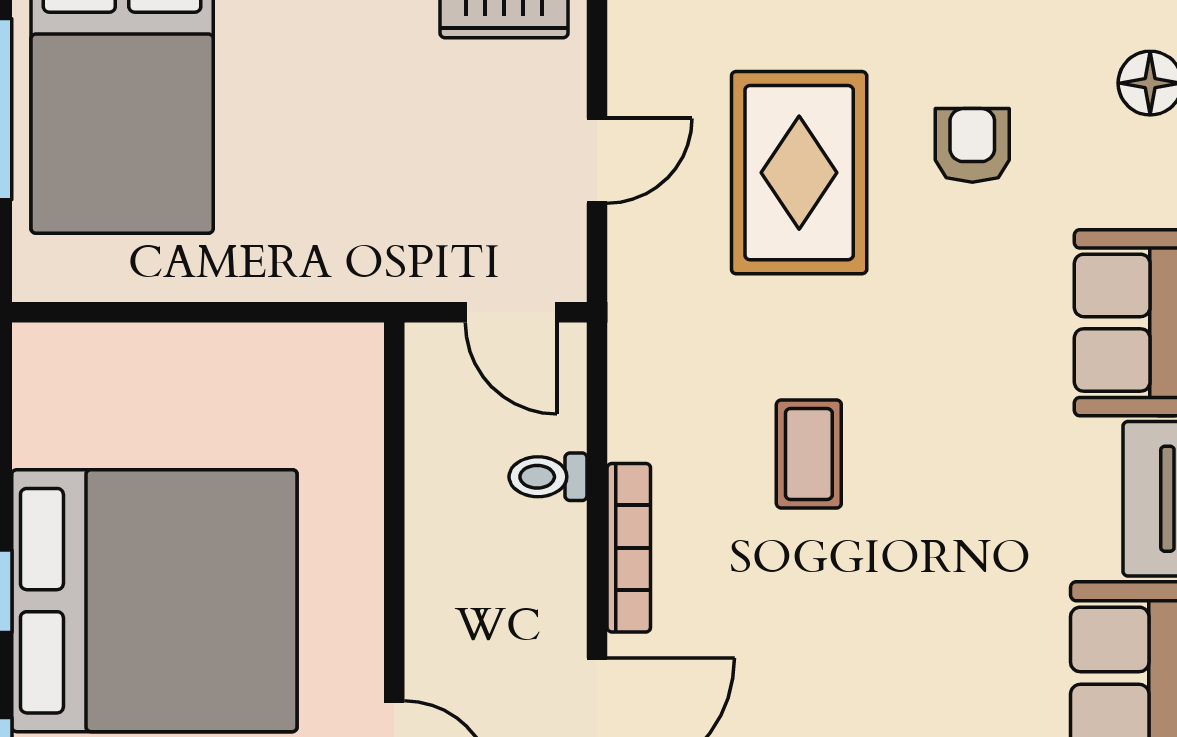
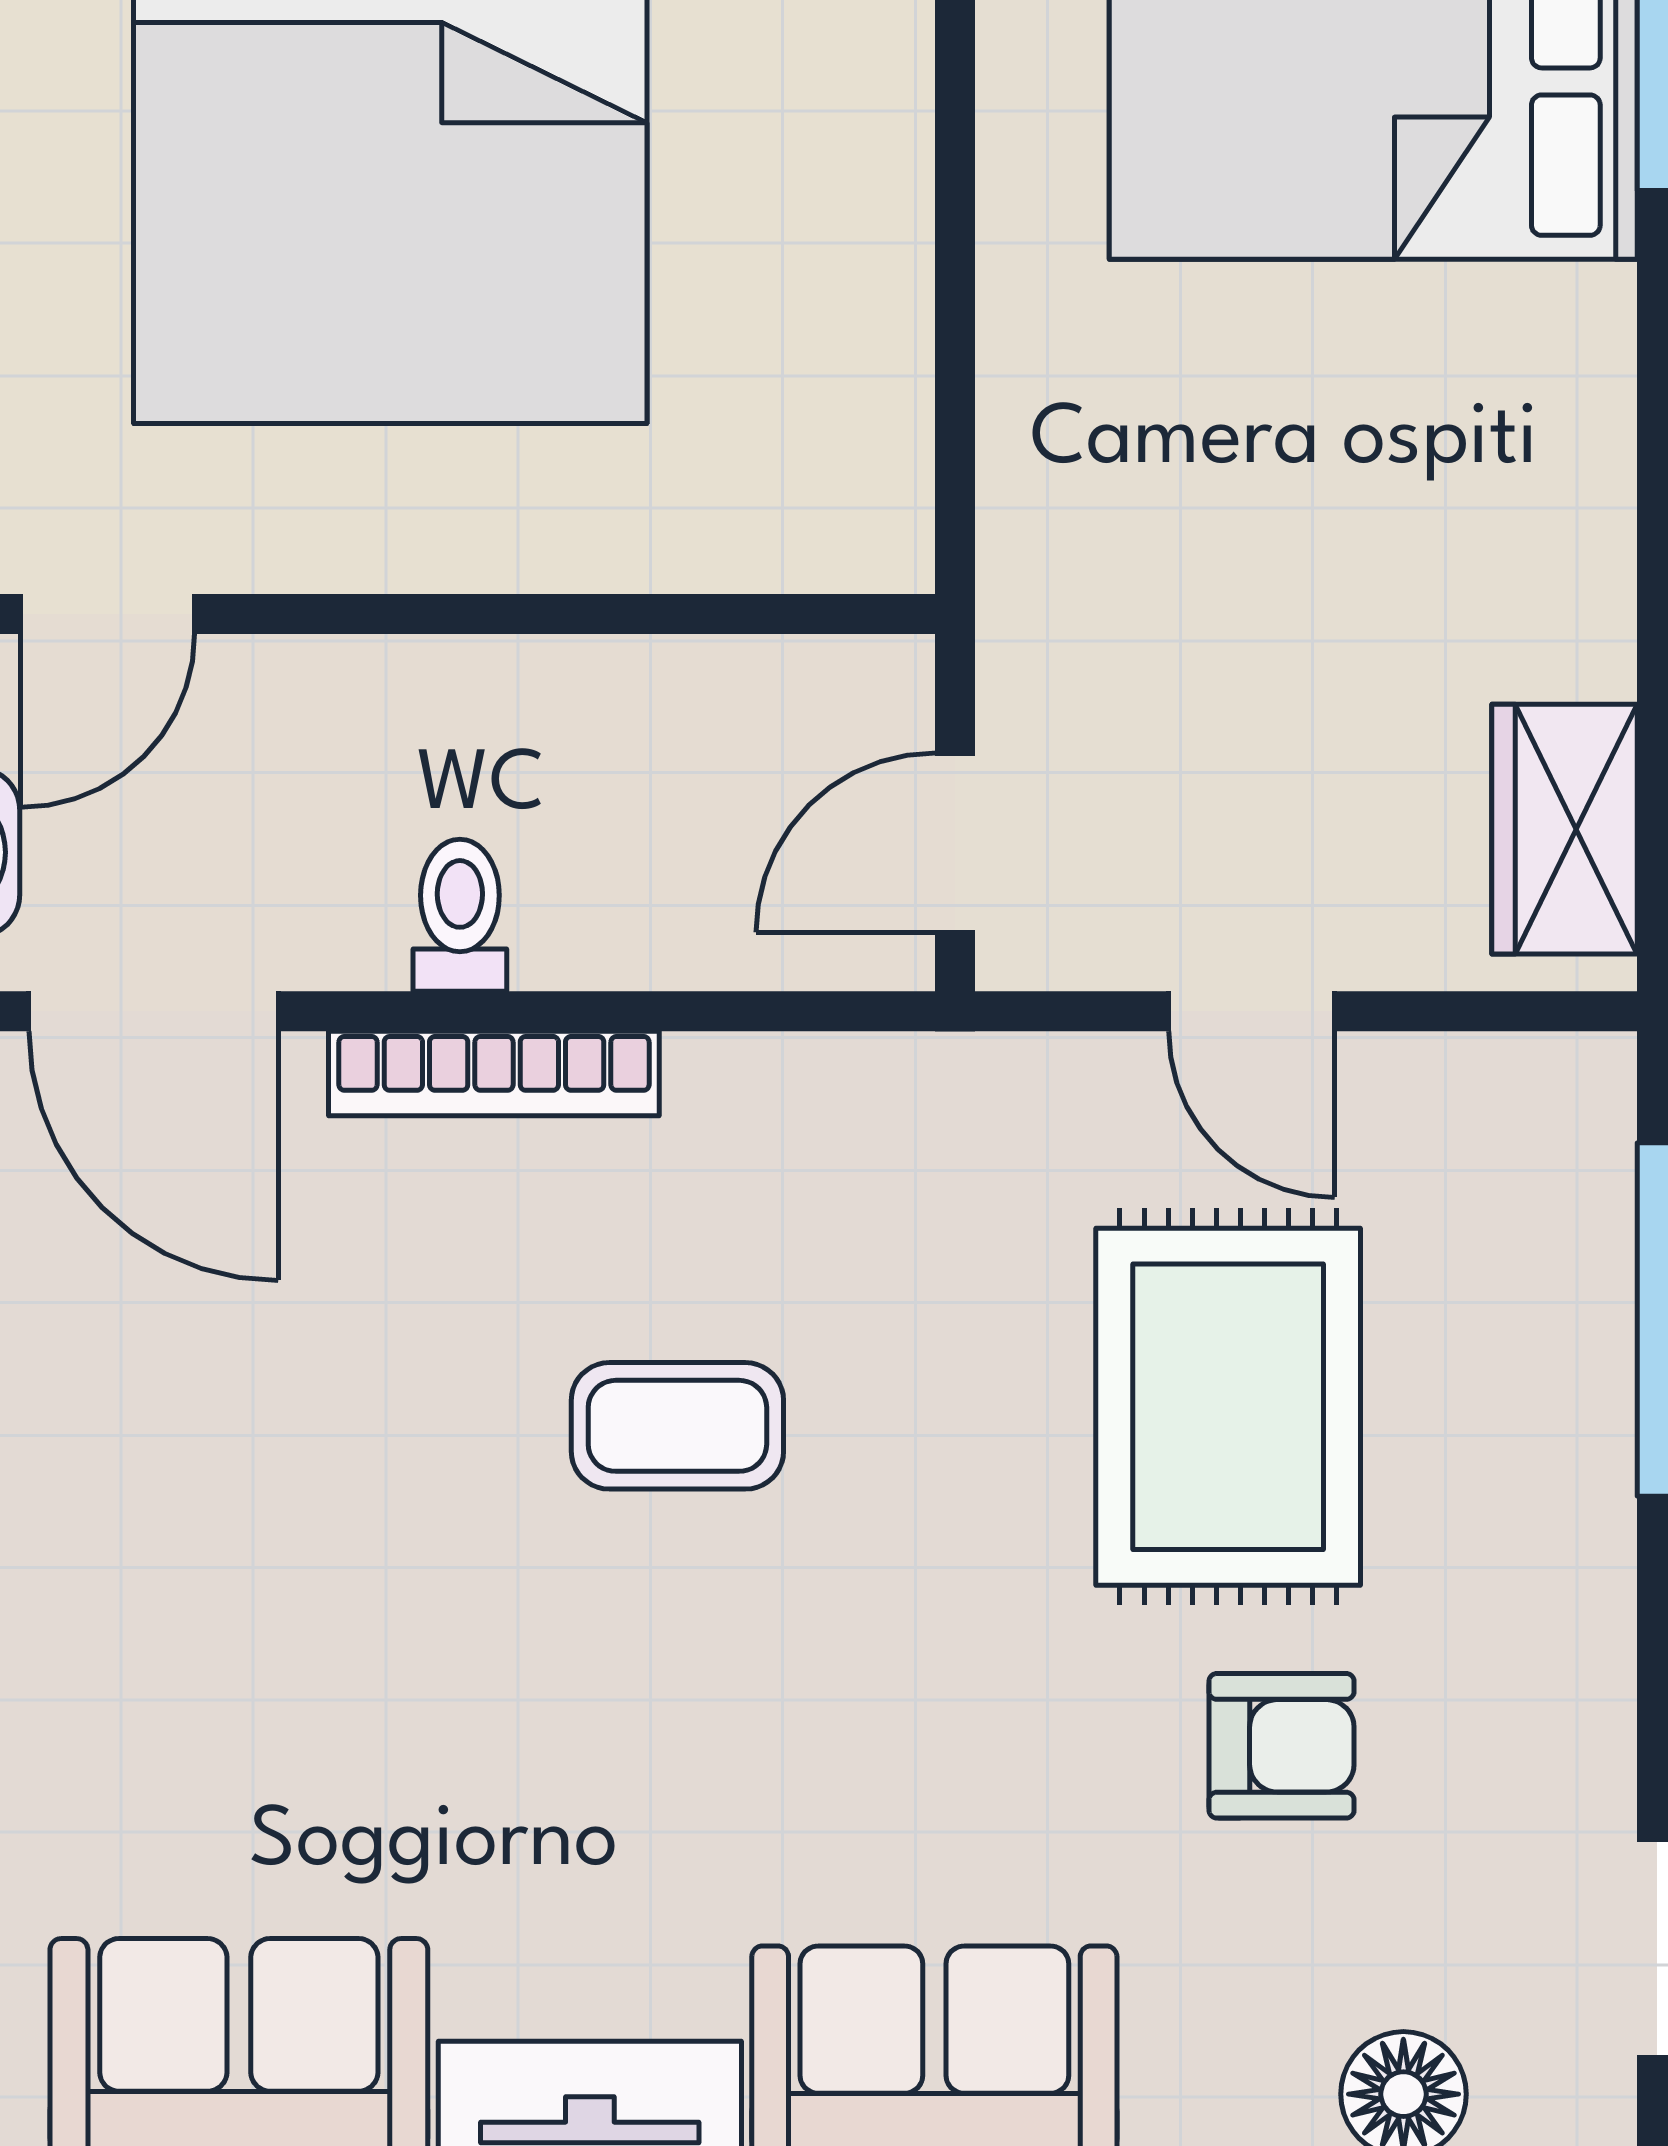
rug: (799, 173) -> (1228, 1407), turned 90
toilet: (548, 477) -> (460, 915), moved

